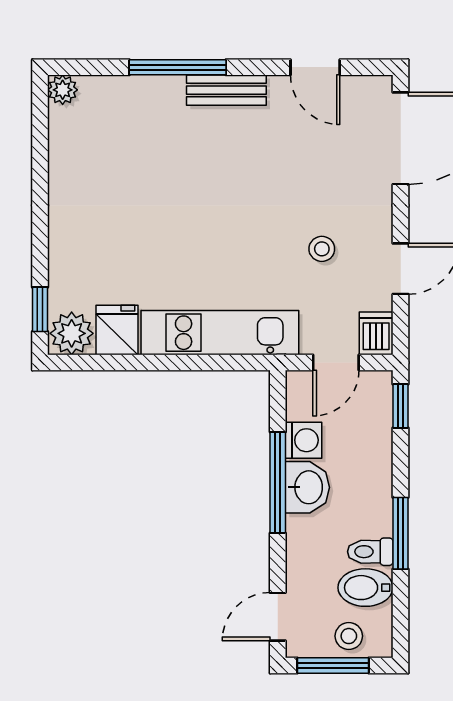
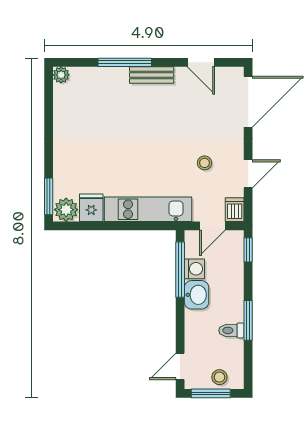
window: (40, 309) -> (49, 196), width x1.50
window: (278, 482) -> (180, 270), moved
bidet: (365, 588) -> (229, 350), removed

